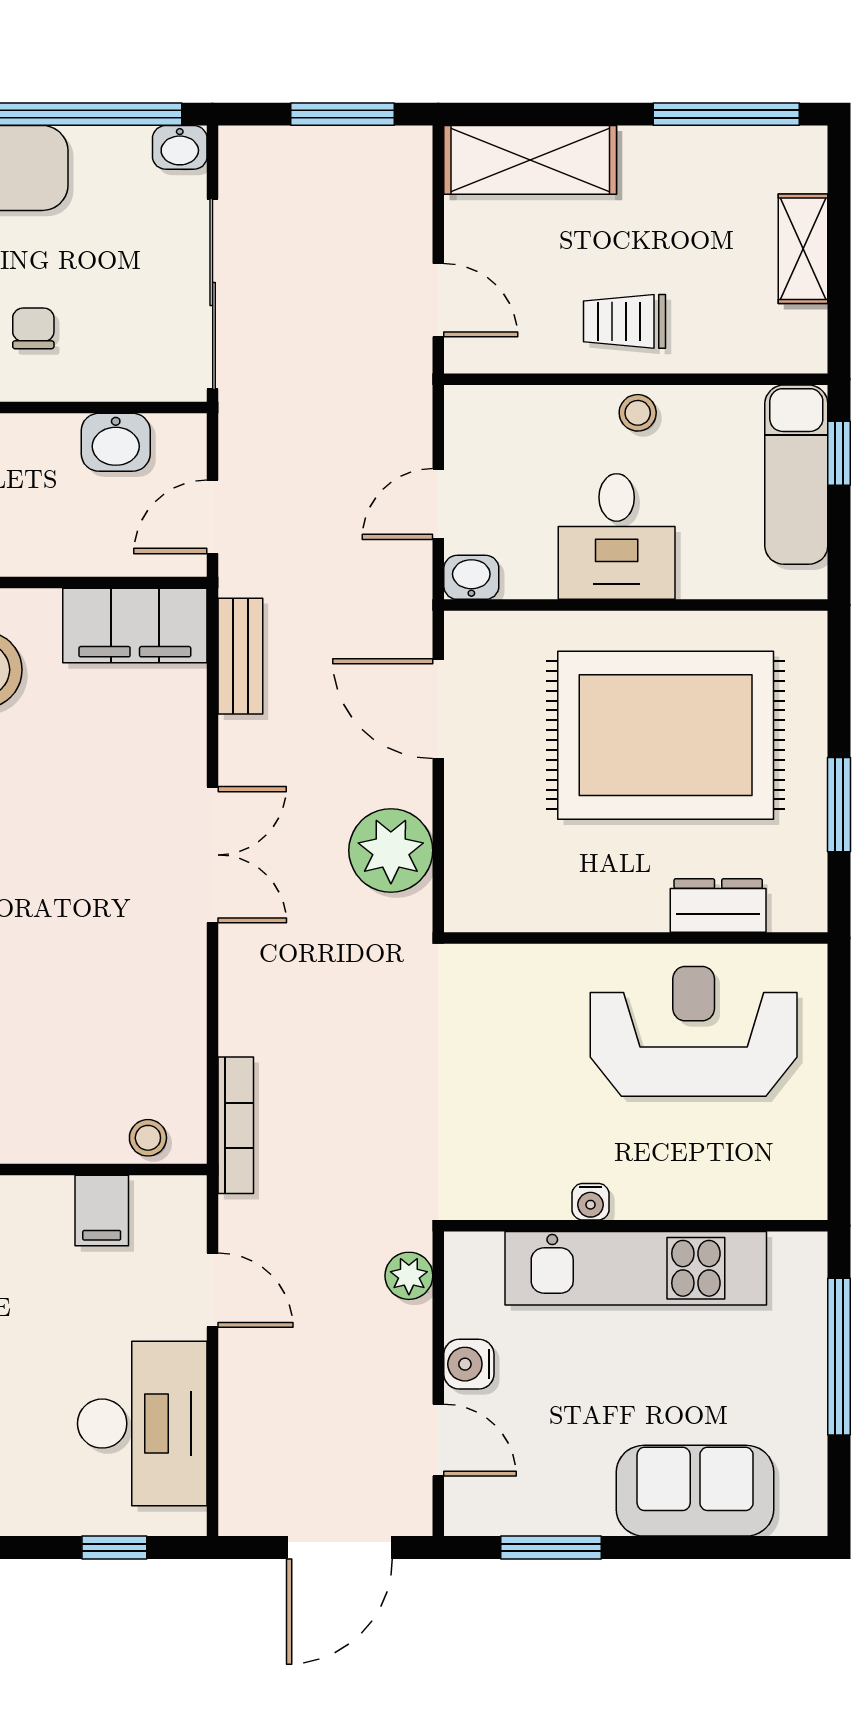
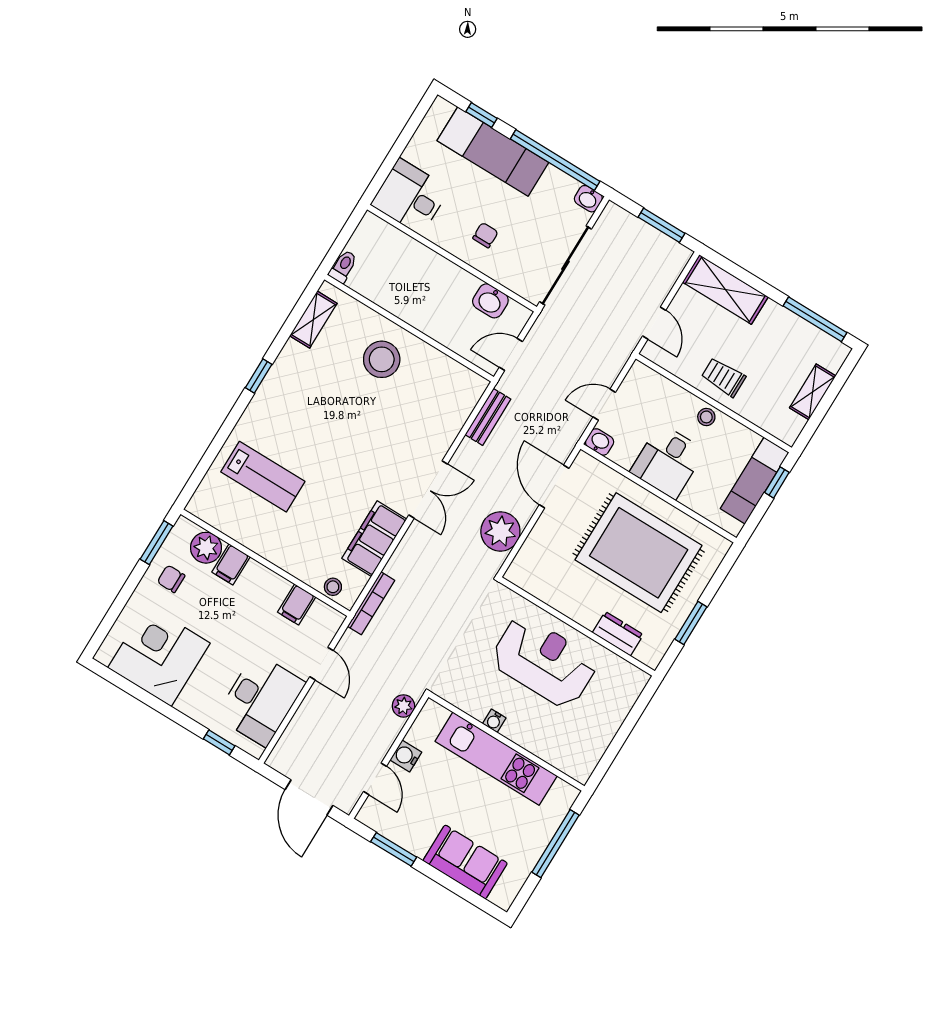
filing cabinet: (135, 626) -> (374, 539), moved, turned 90
reception desk: (694, 1031) -> (544, 662), moved
door: (339, 1547) -> (309, 798), hinge flipped

